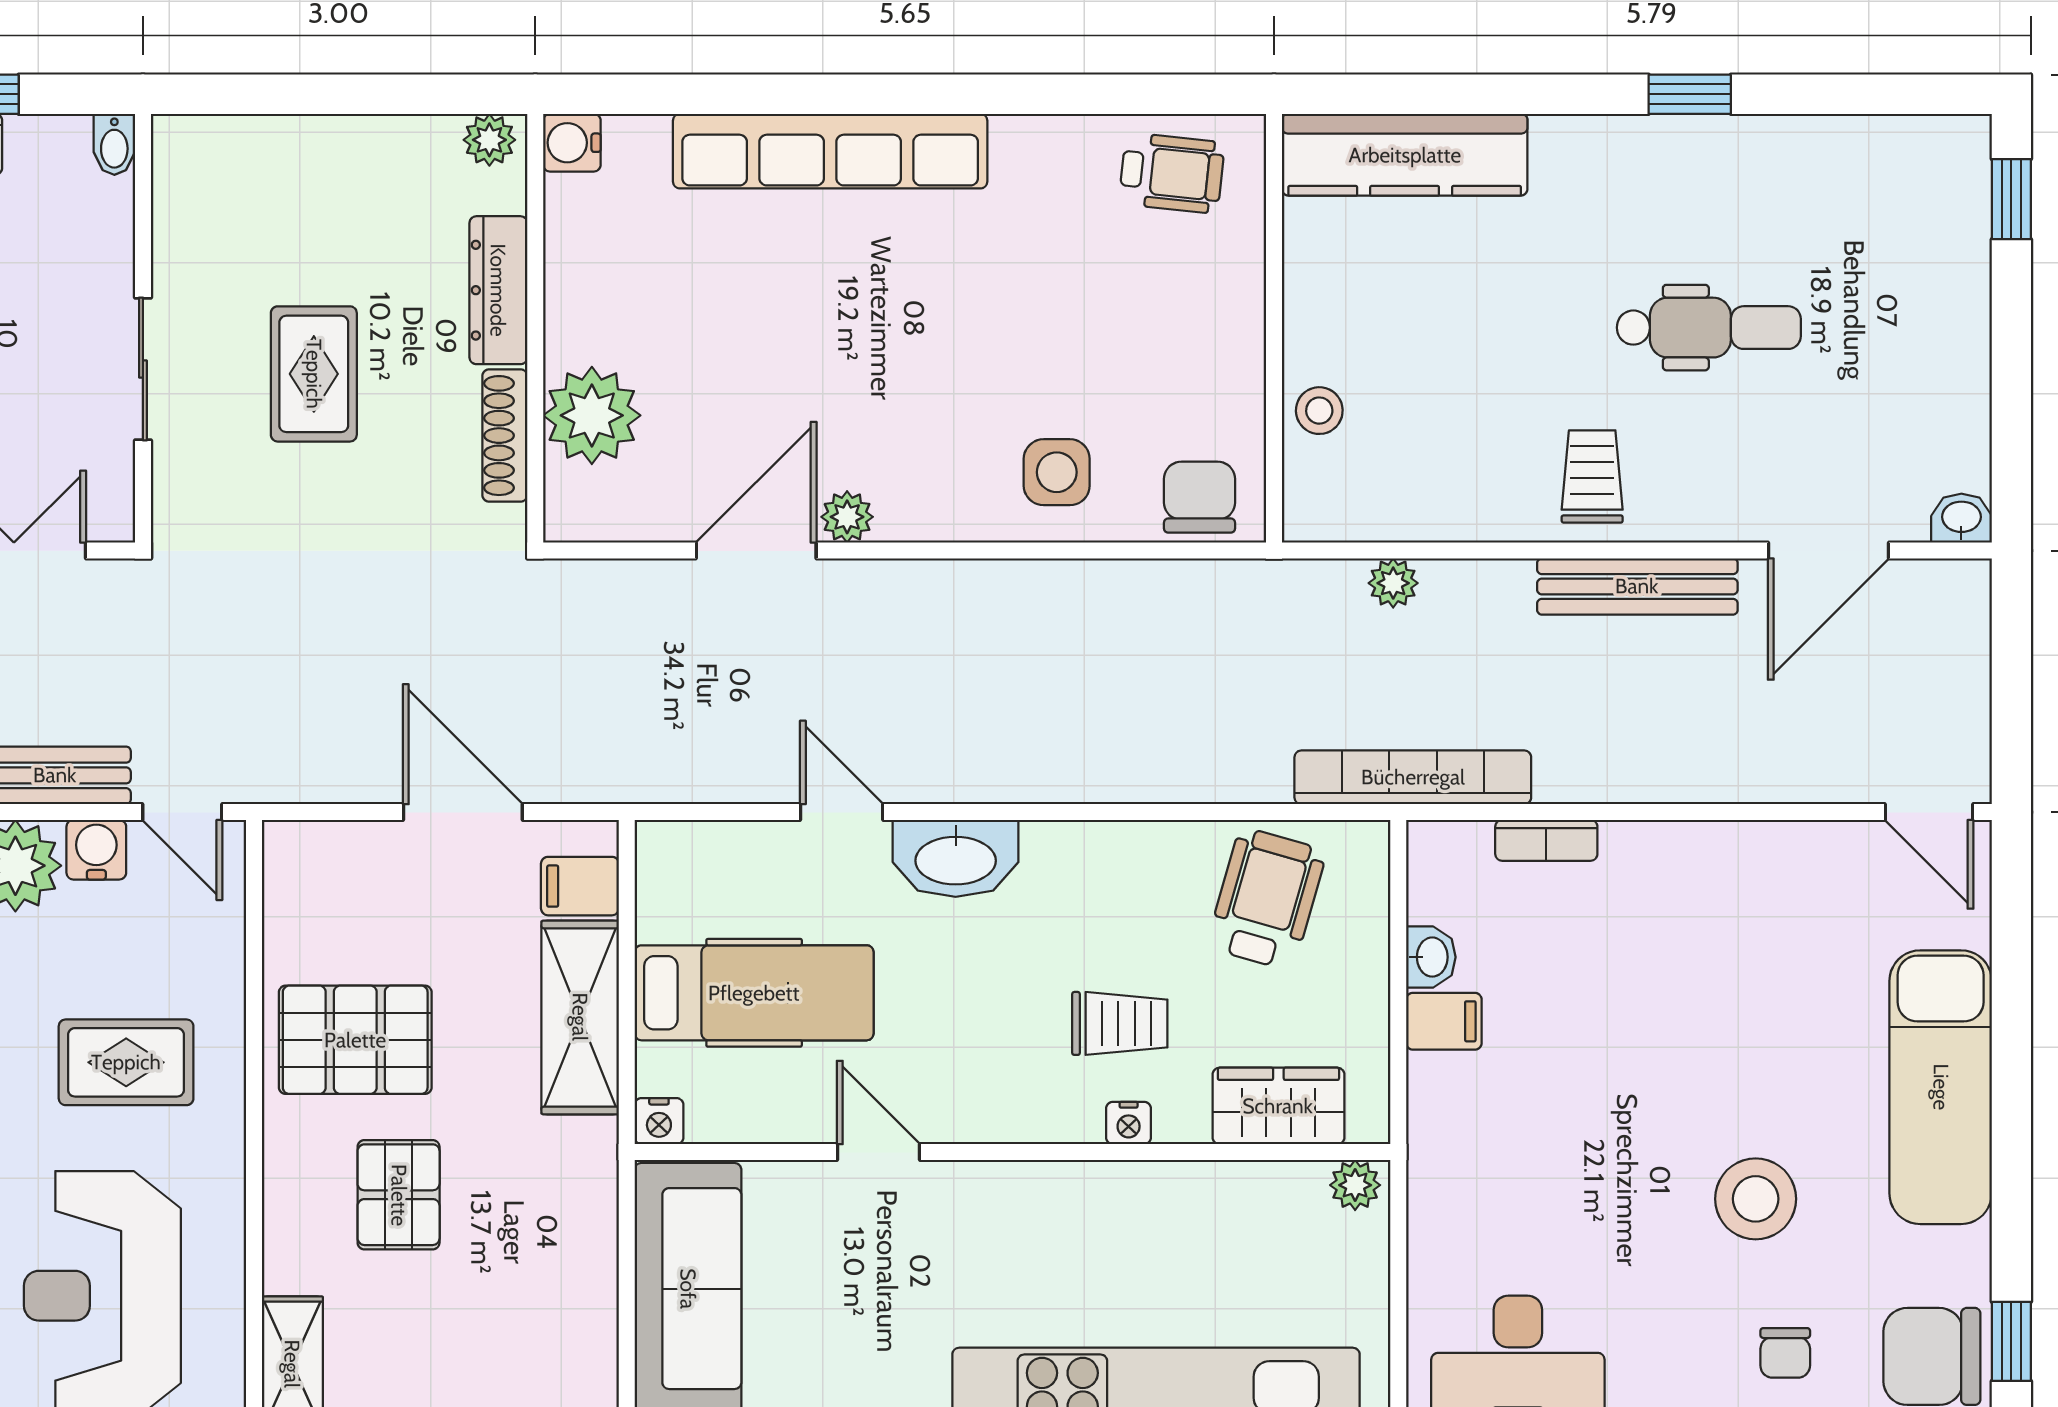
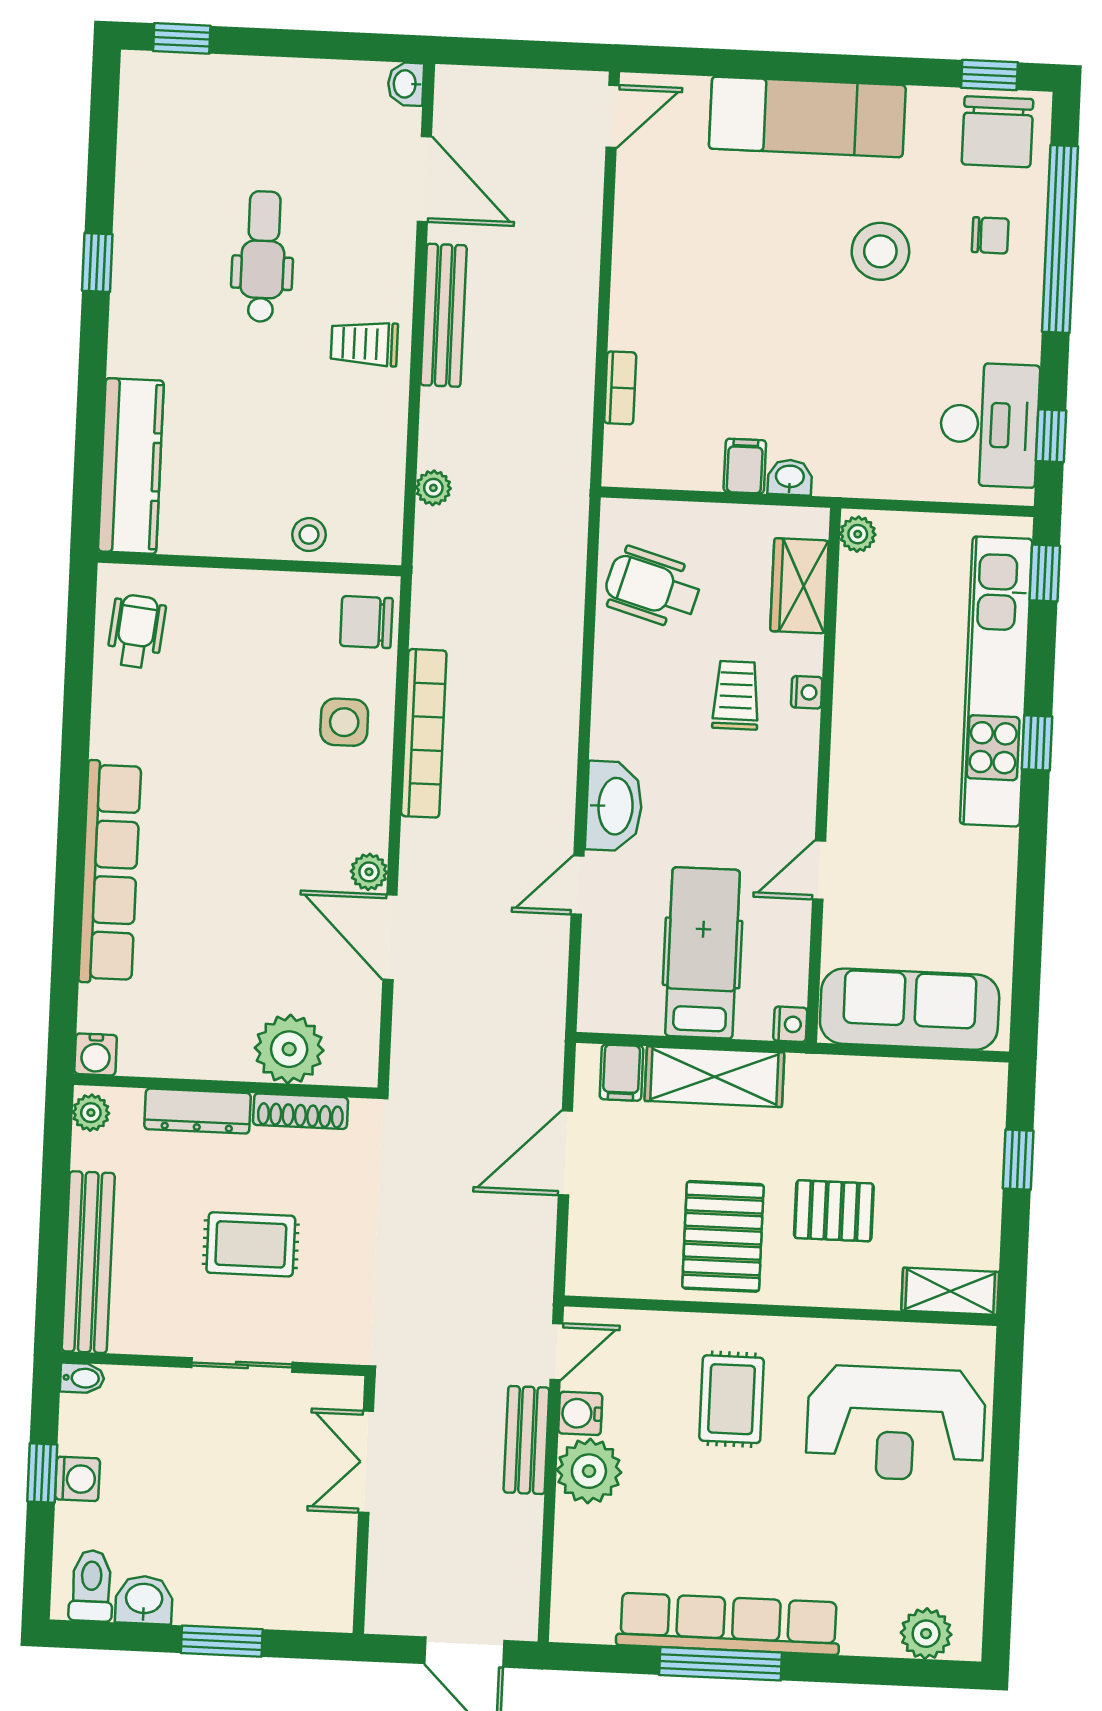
bench: (278, 146) -> (88, 1262), added
bookcase: (1413, 777) -> (424, 733), moved, turned 180
washbasin: (1431, 957) -> (790, 477), moved

